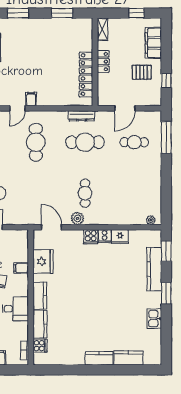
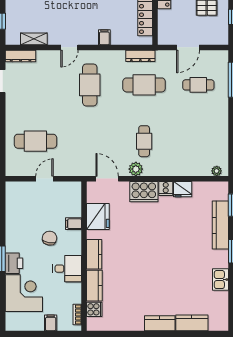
filing cabinet: (31, 99) -> (104, 37), moved
cooker: (91, 237) -> (144, 192), width x1.87, depth x1.31

